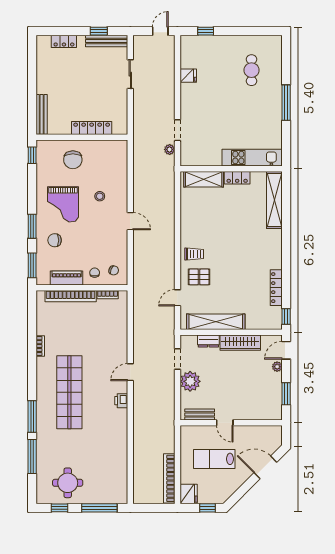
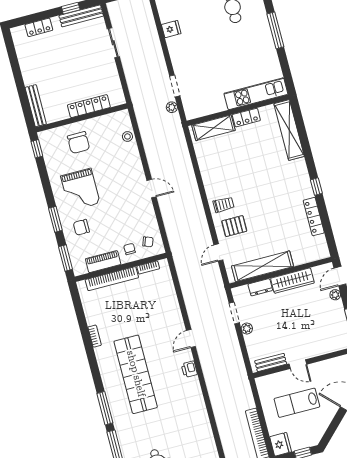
stool: (100, 196) -> (127, 136), moved
window: (286, 317) -> (316, 187), moved
plant: (190, 381) -> (247, 329), width x0.53, depth x0.53

